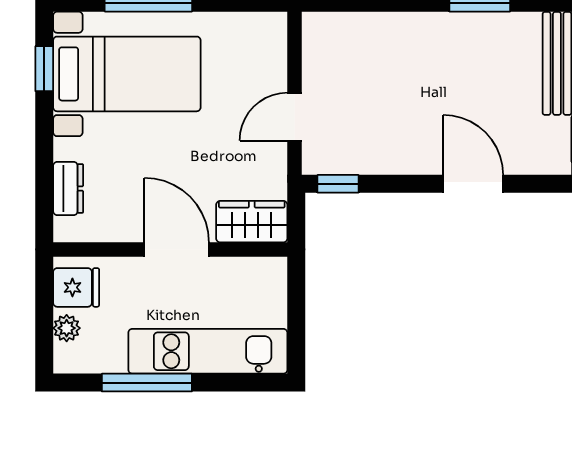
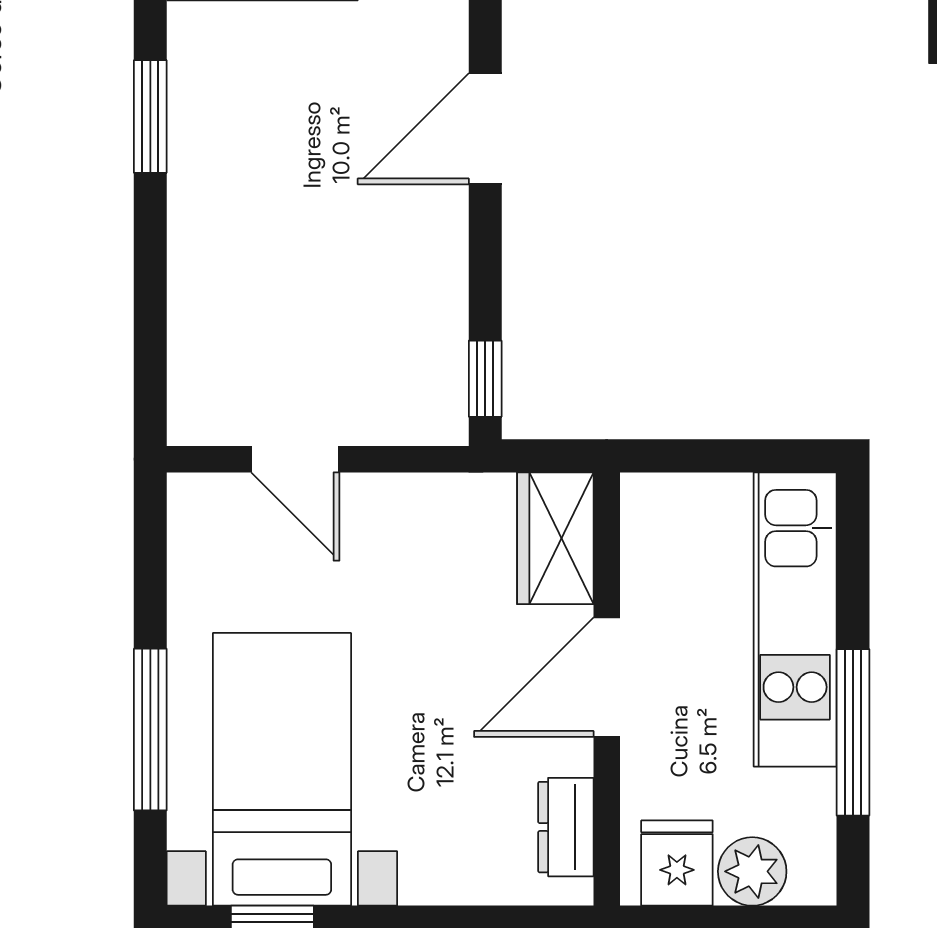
door: (295, 117) -> (295, 459), moved
dresser: (68, 188) -> (566, 827), moved, turned -90
plant: (67, 328) -> (752, 871), width x1.38, depth x1.38

